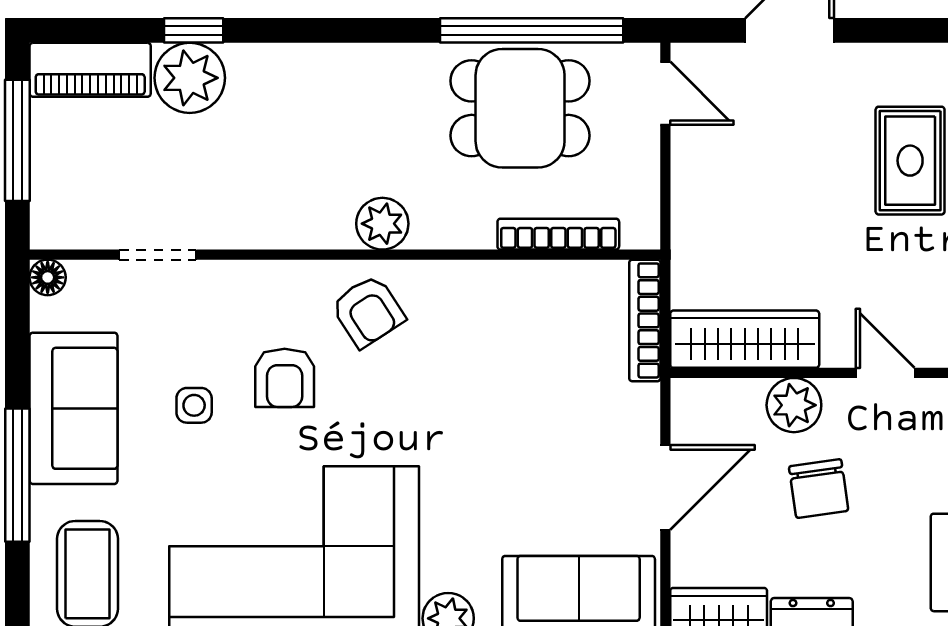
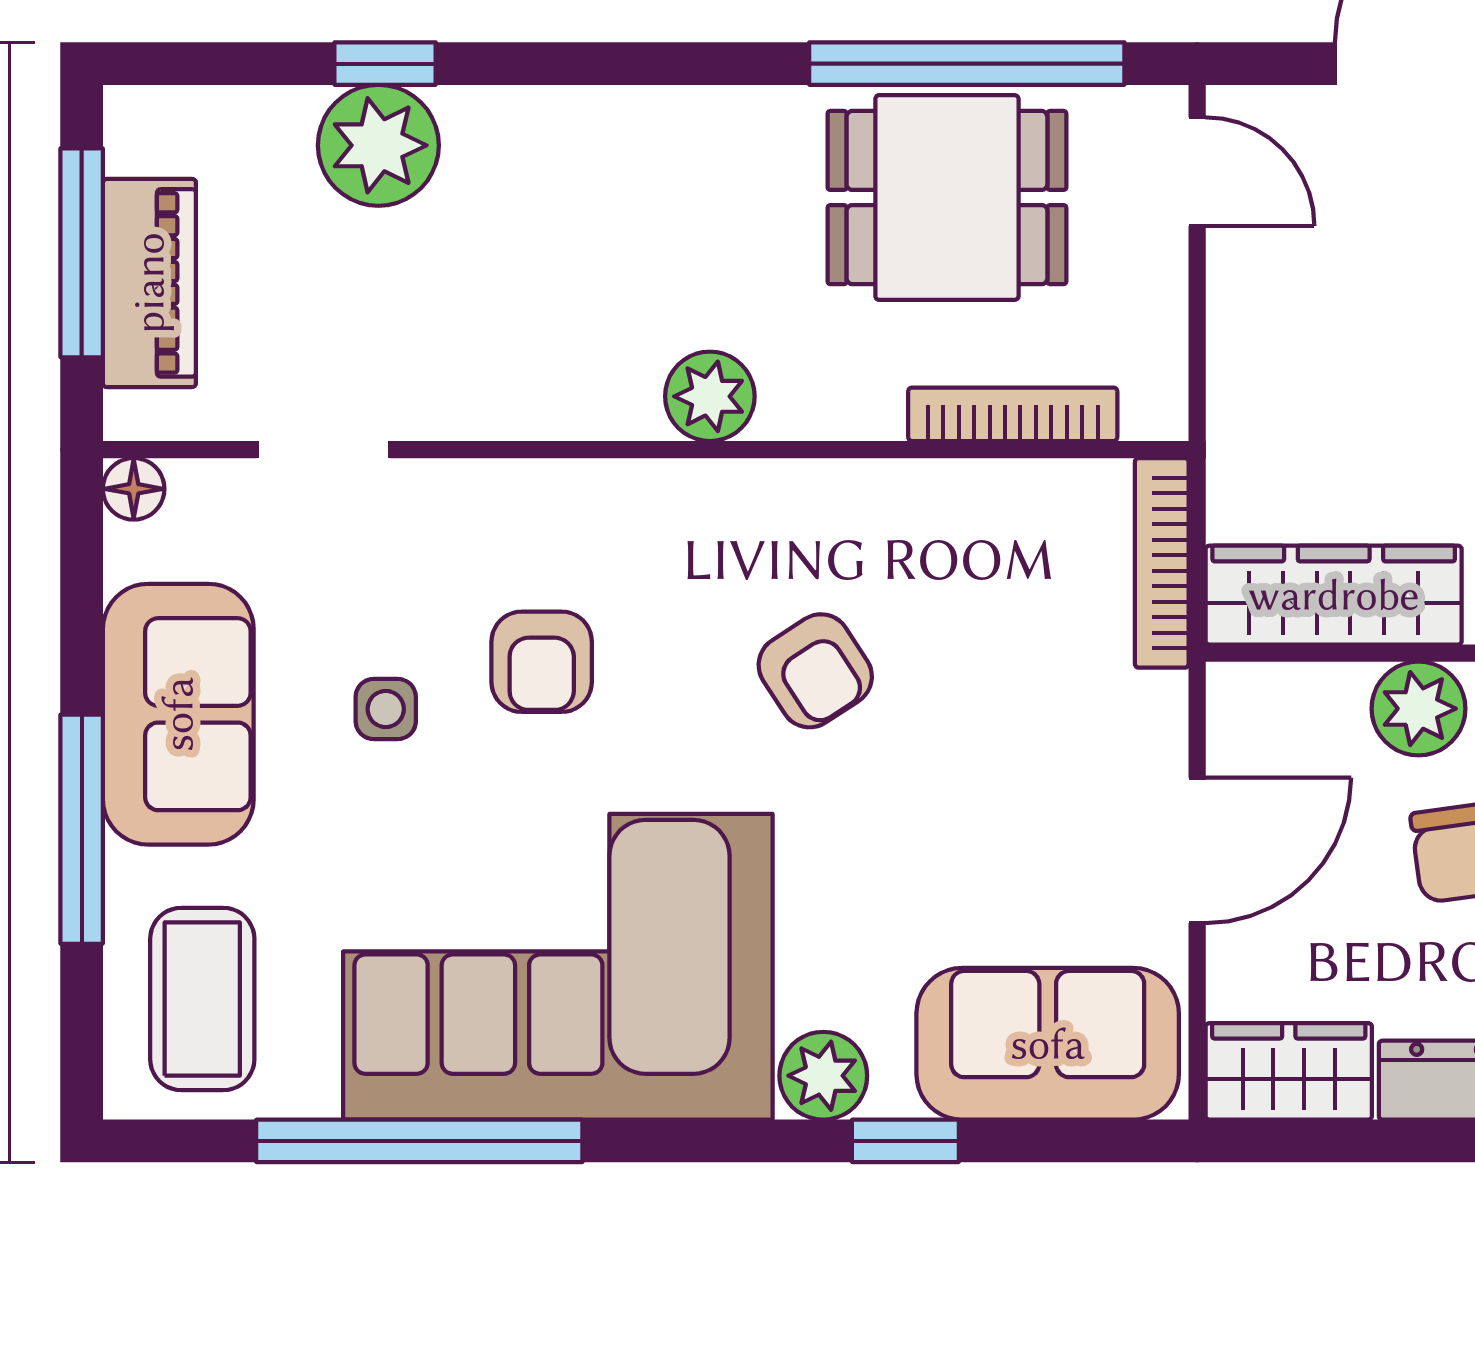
piano: (90, 70) -> (149, 283), moved, turned -90
armchair: (368, 311) -> (815, 671), moved

